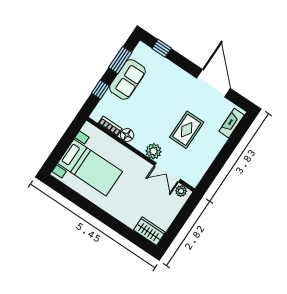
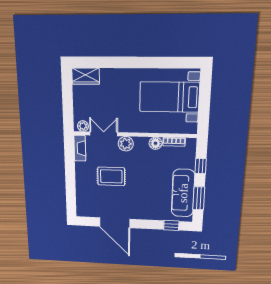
sofa: (127, 79) -> (183, 193), width x1.36
fireplace: (232, 123) -> (80, 148), moved
rug: (187, 130) -> (111, 176), turned 90

